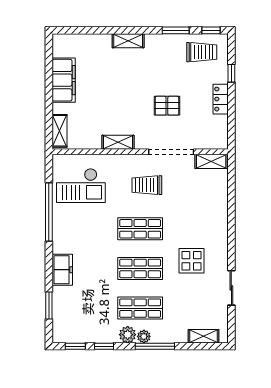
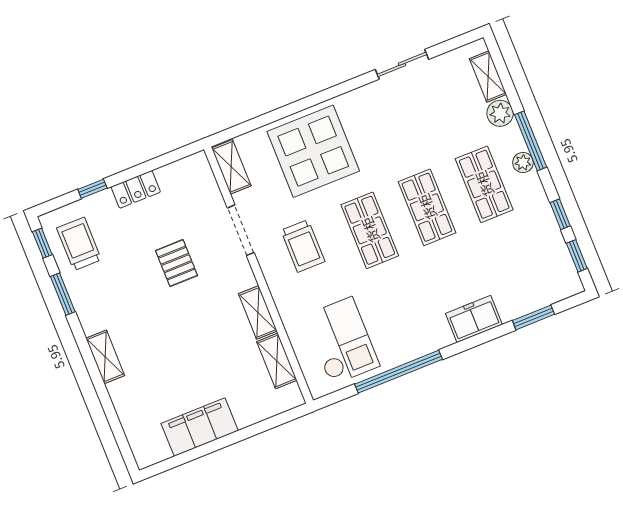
shelving: (59, 131) -> (277, 361), moved, turned 90
doorway: (171, 152) -> (241, 230), width x0.73
display table: (192, 261) -> (313, 151), moved, width x1.86, depth x1.86
plant: (128, 335) -> (500, 113), moved

